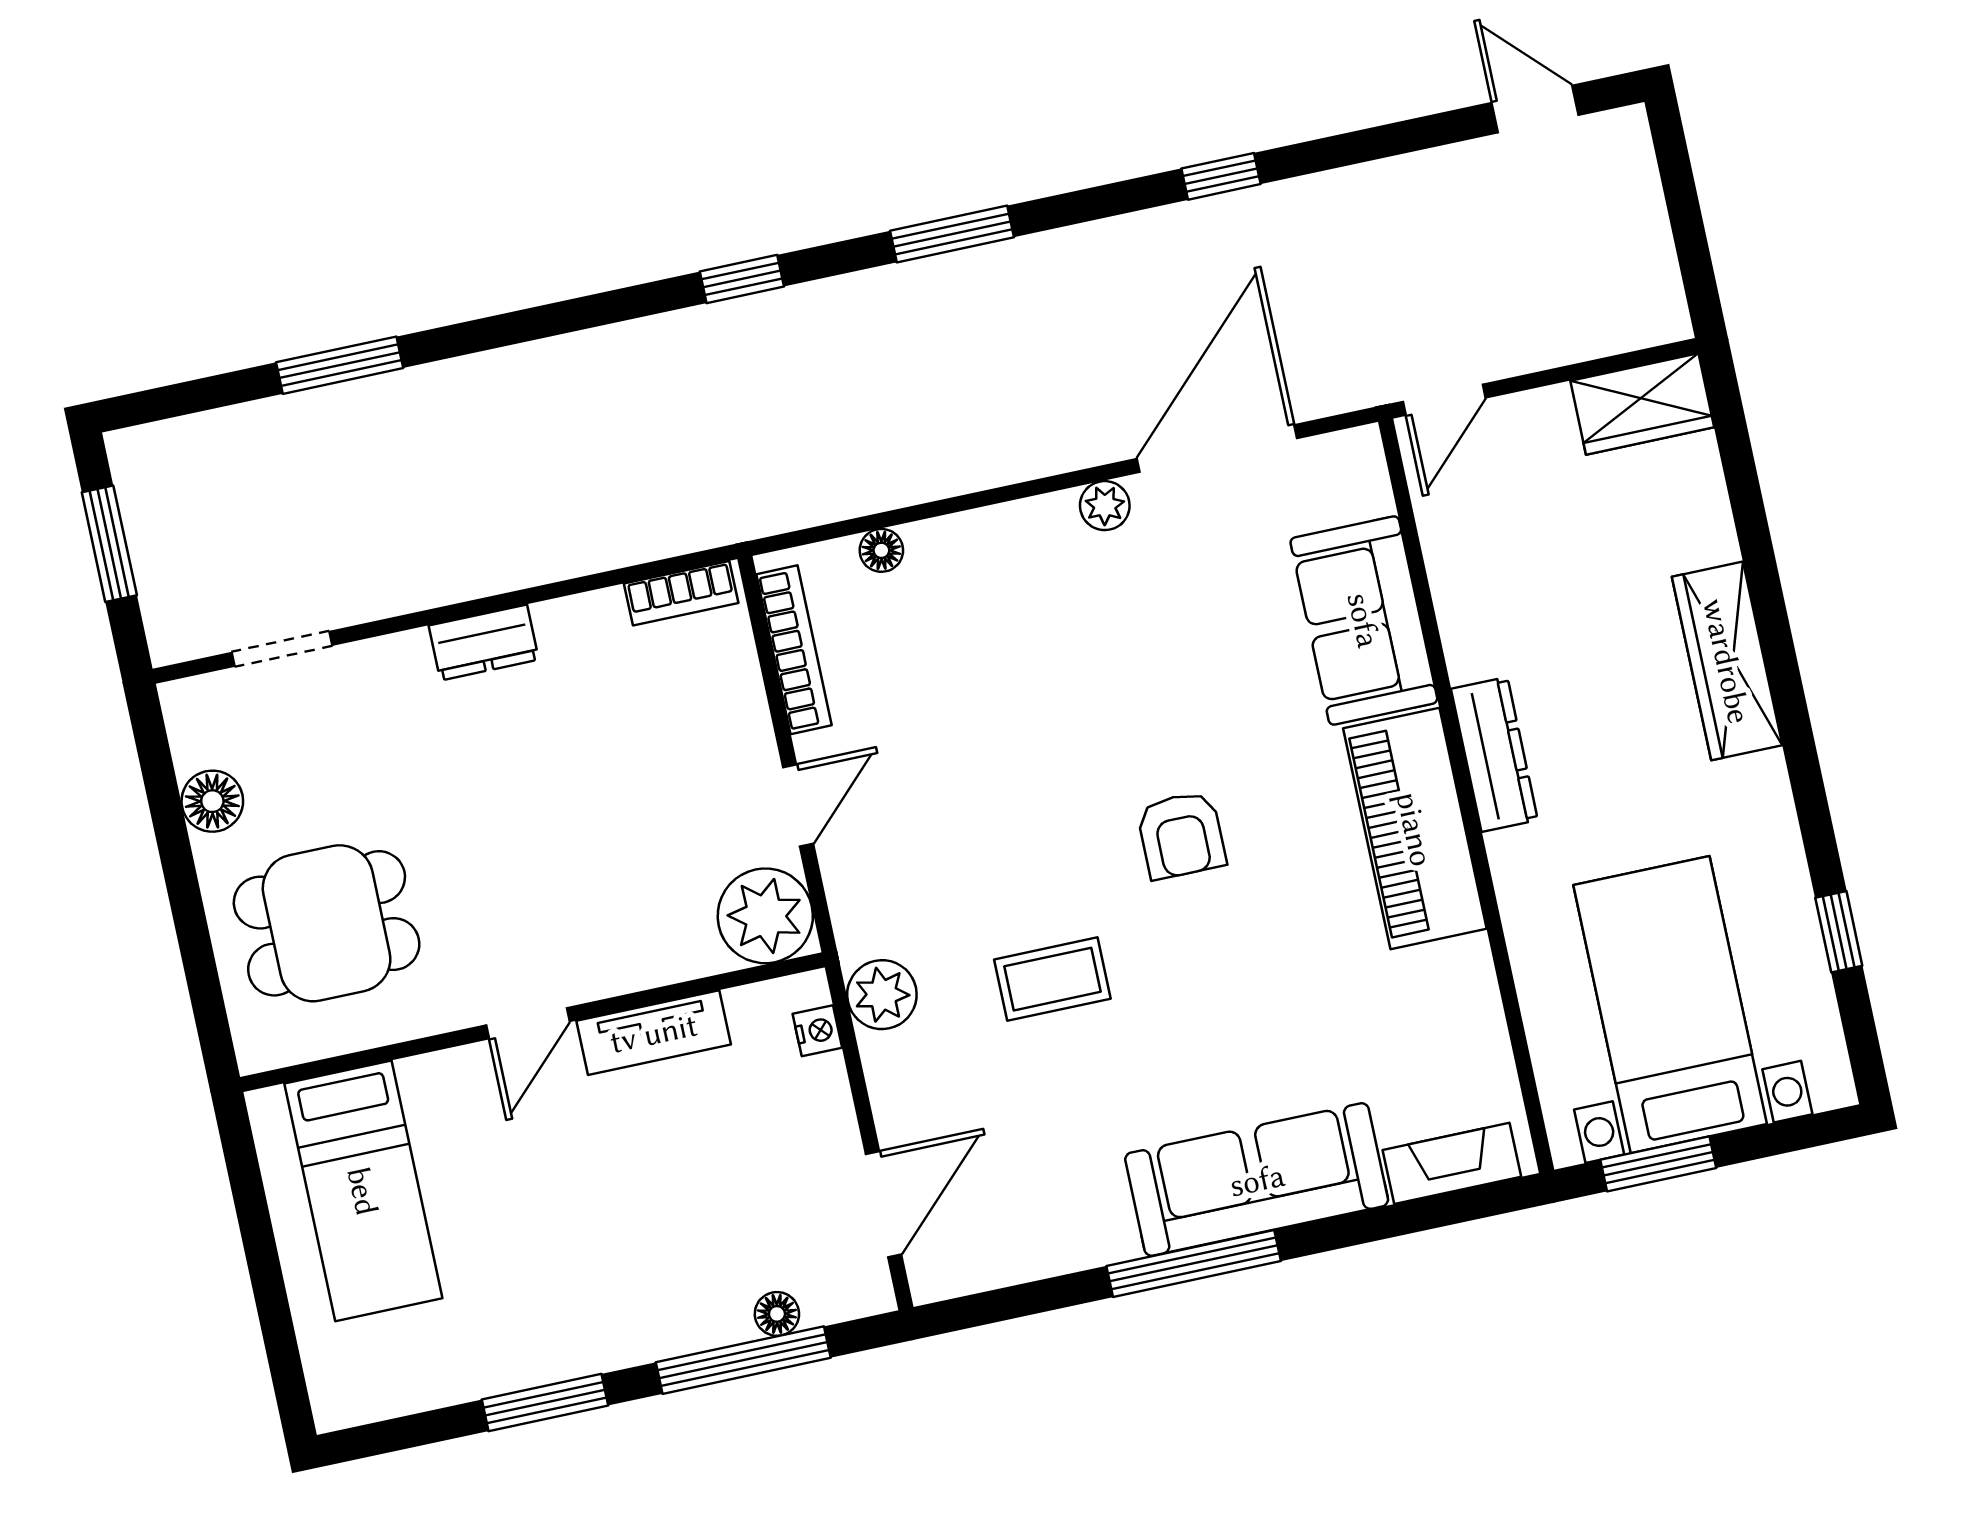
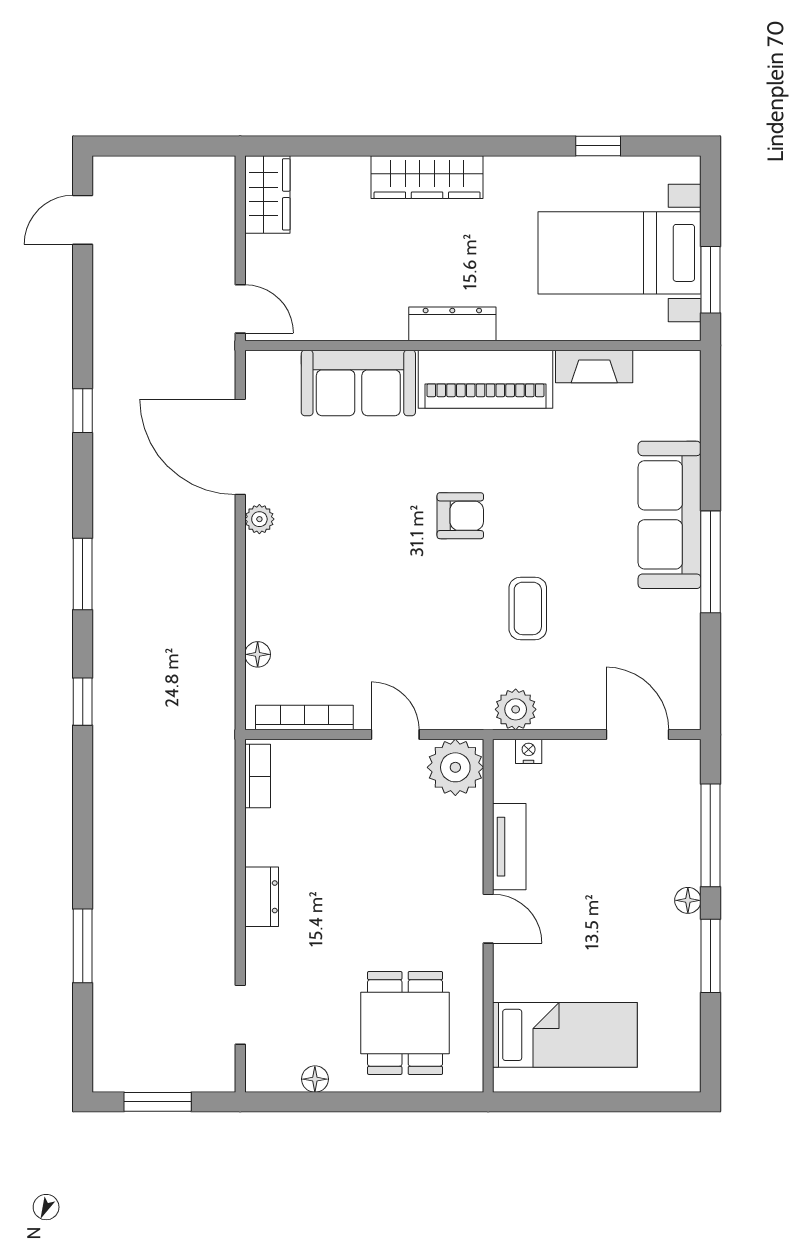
floor lamp: (212, 801) -> (315, 1079), width x0.73, depth x0.73
fireplace: (1452, 1163) -> (594, 366), moved, turned -90
floor lamp: (777, 1314) -> (688, 900), moved

